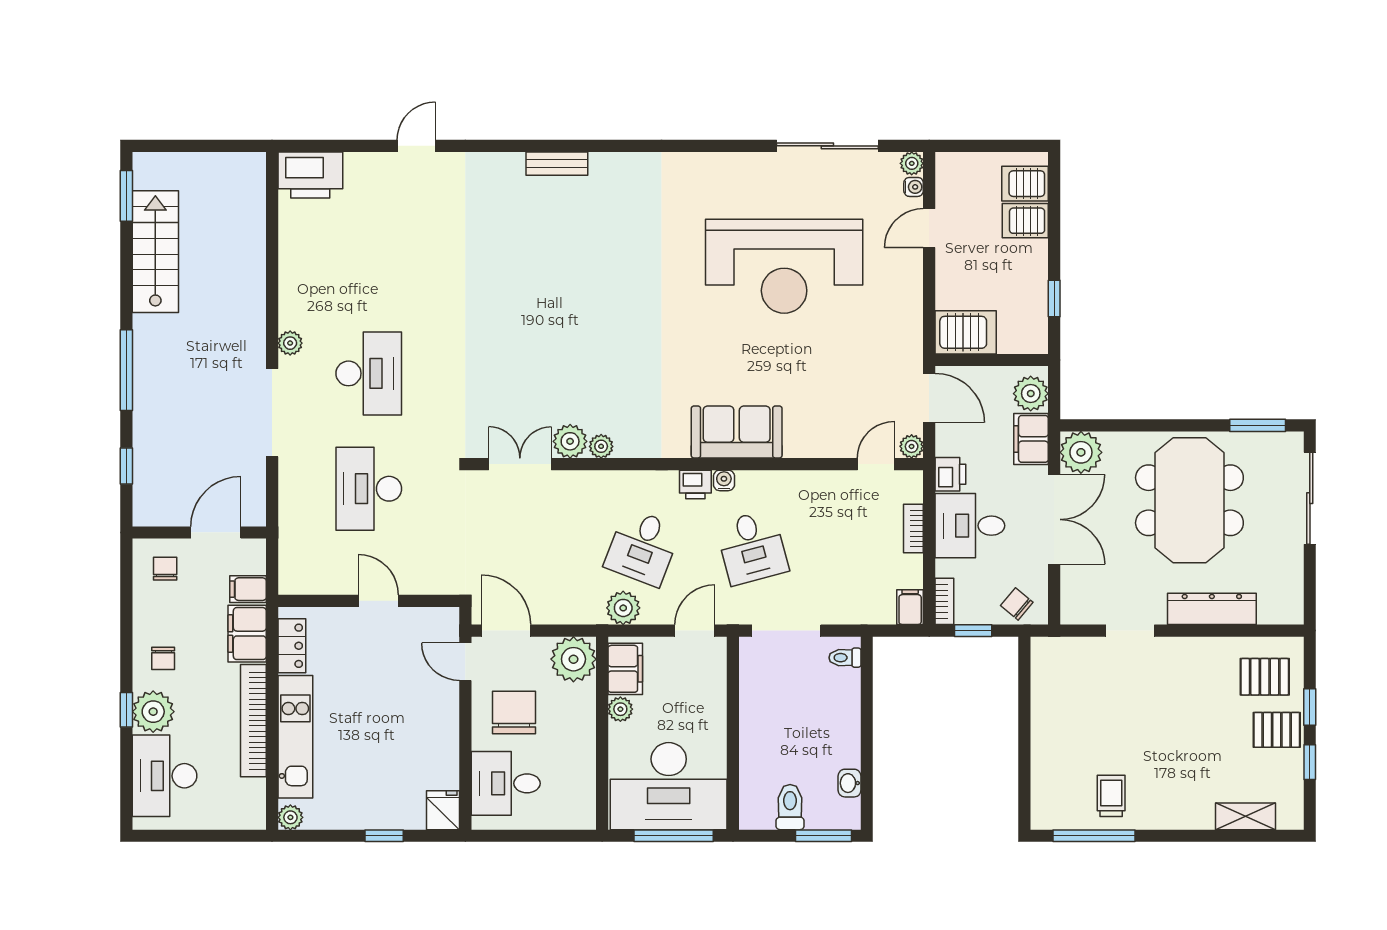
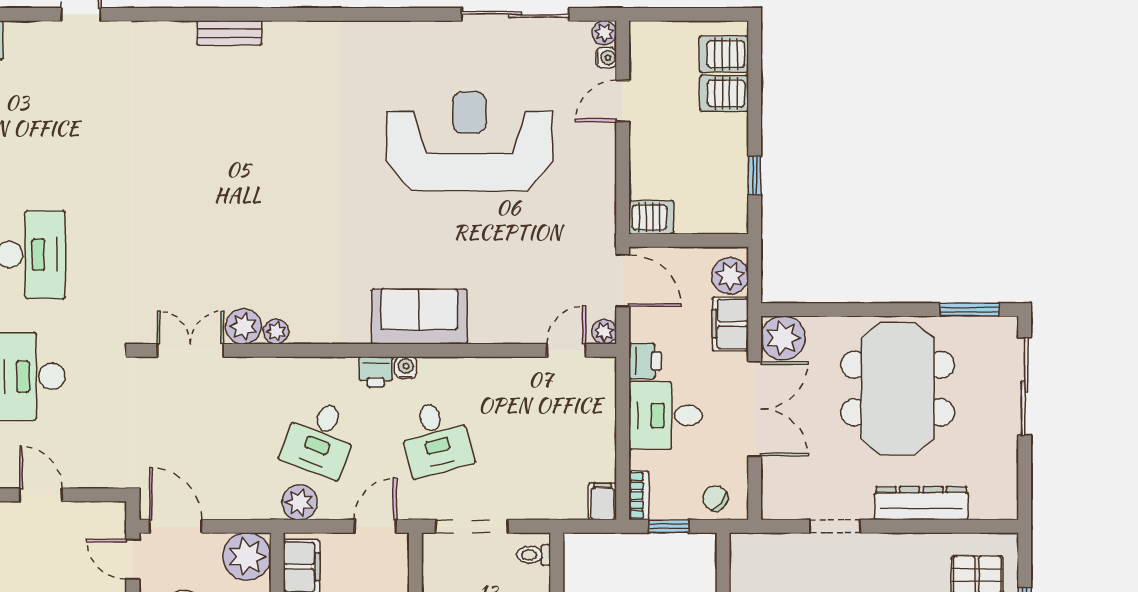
reception desk: (784, 266) -> (469, 141), turned 180
server rack: (966, 332) -> (651, 217), width x0.73, depth x0.70
bookcase: (913, 528) -> (606, 418), removed

